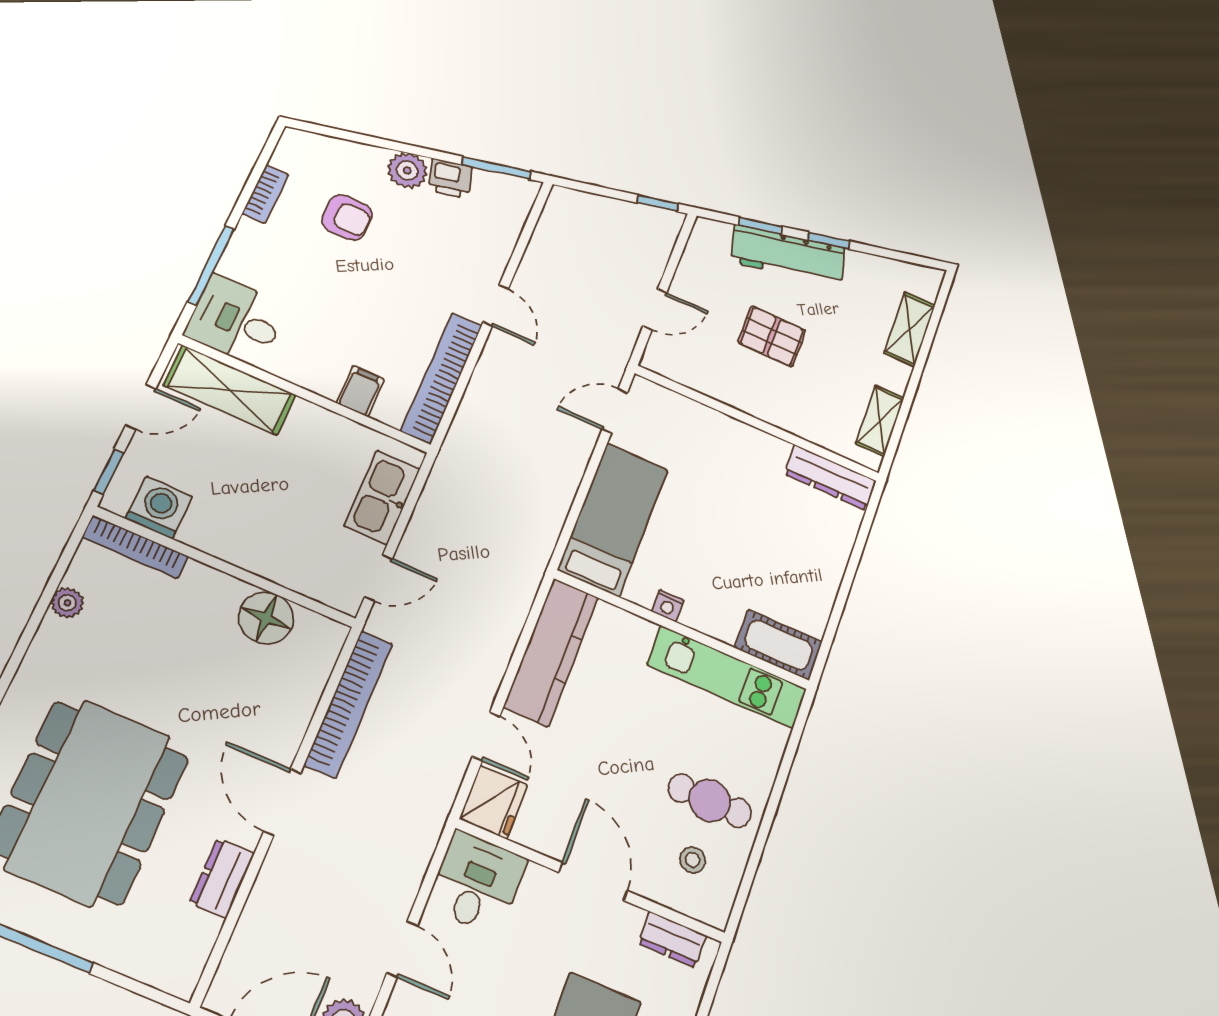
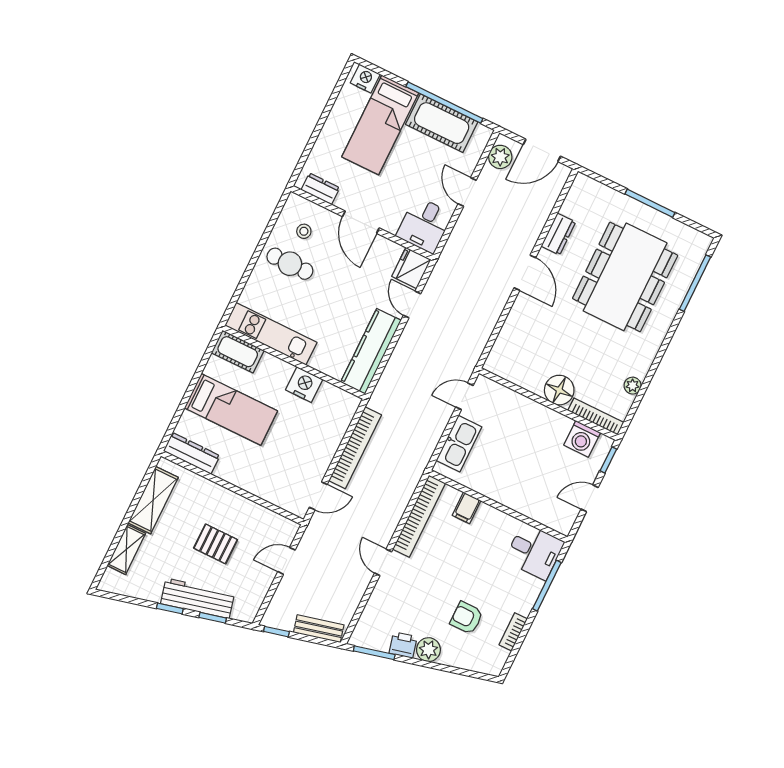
bench: (590, 206) -> (319, 629), added
shelving: (230, 390) -> (540, 508), removed
shelving: (880, 421) -> (153, 500), width x1.50, depth x1.33
bed: (613, 519) -> (231, 409), moved, turned -90
nightstand: (668, 606) -> (304, 385), width x1.89, depth x1.79
floor lamp: (266, 618) -> (559, 390), moved
bookcase: (349, 704) -> (355, 448), moved, turned 180

